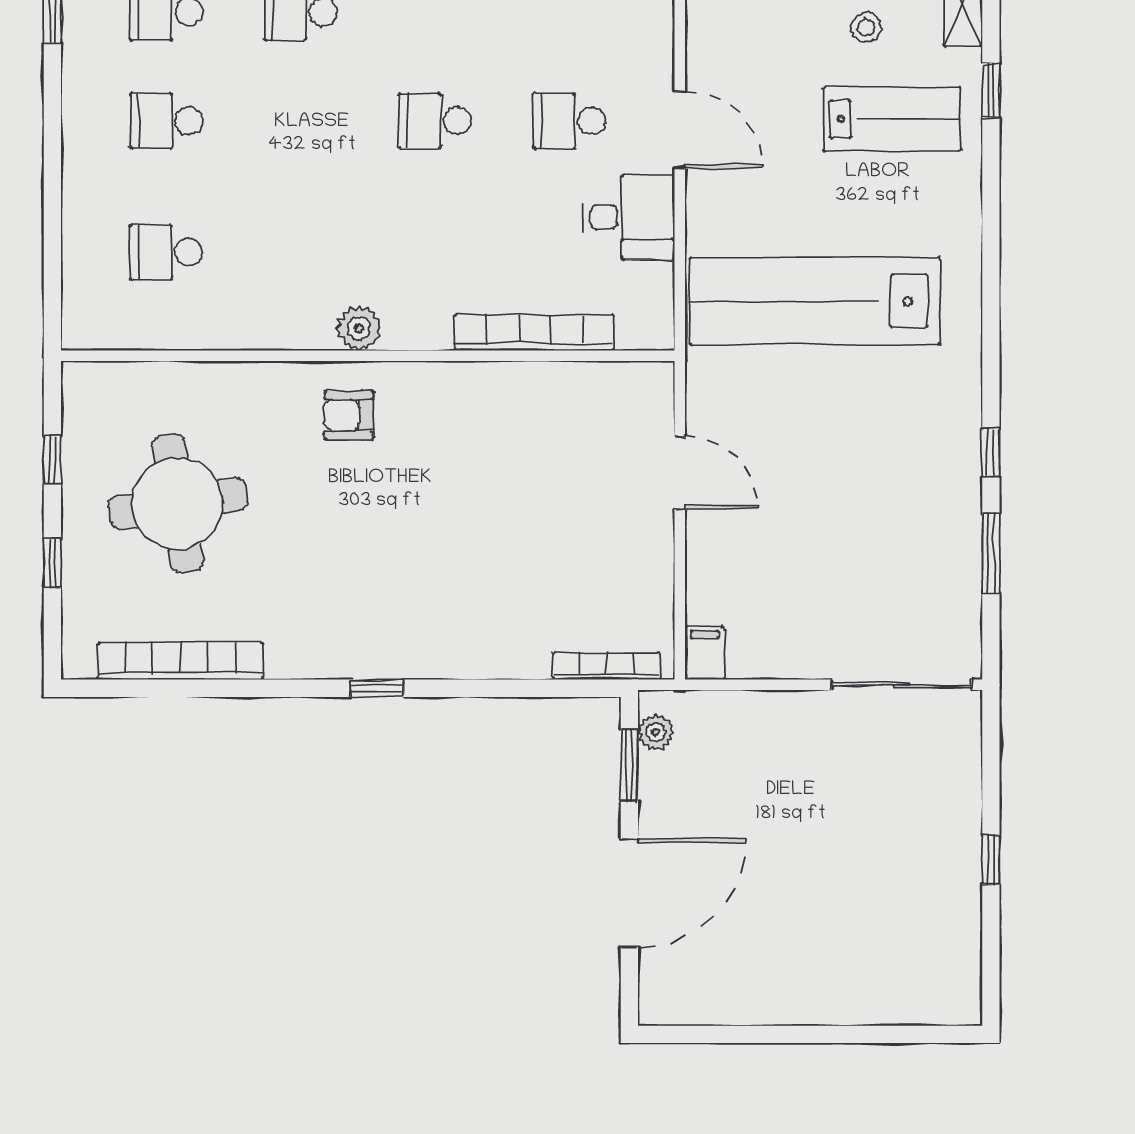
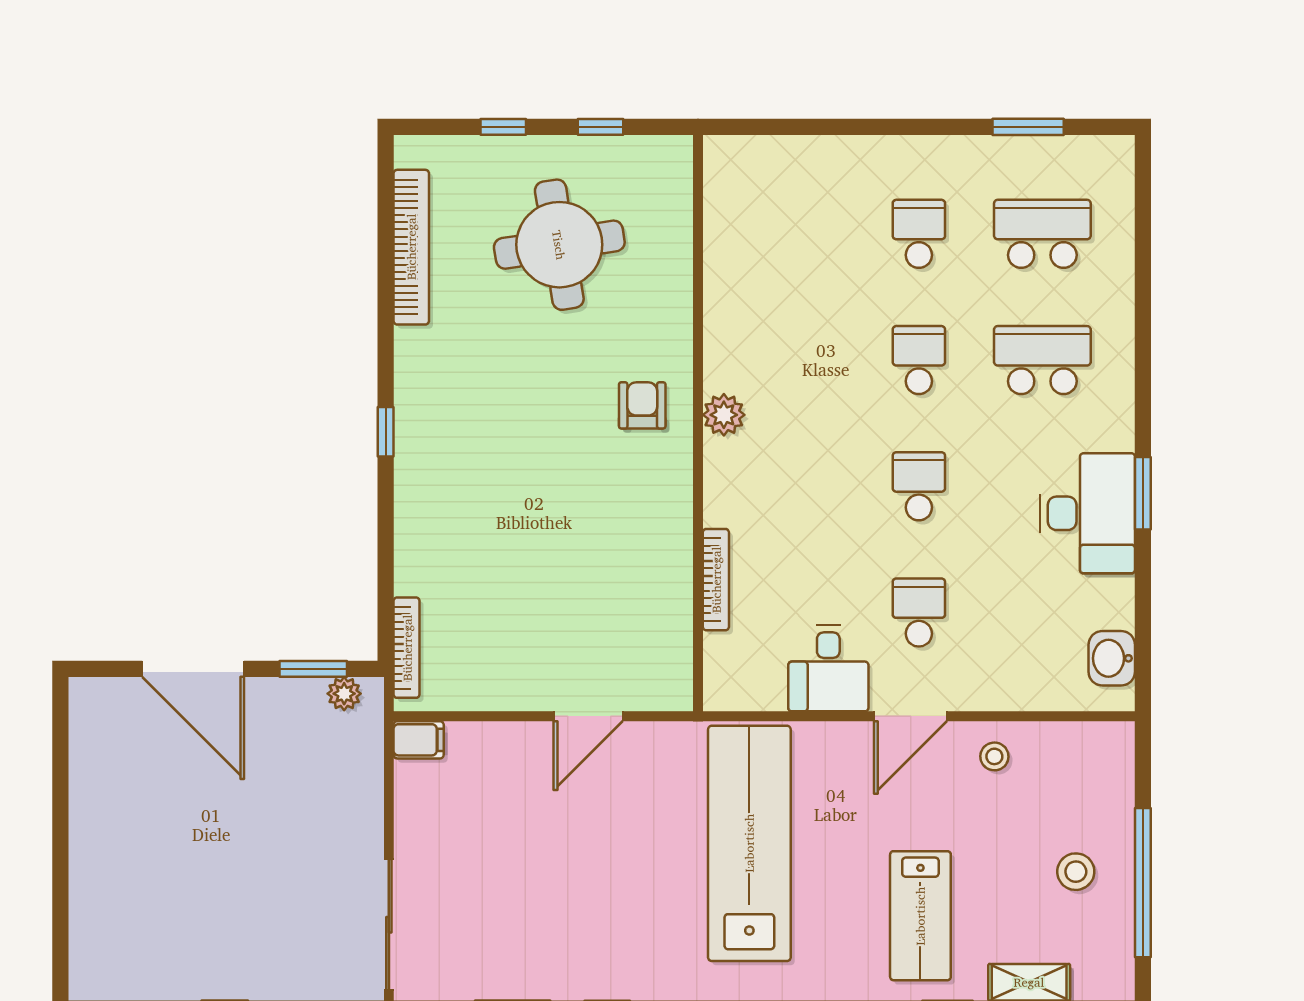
stool: (866, 27) -> (994, 756), moved
school desk: (166, 252) -> (919, 360), moved
bookcase: (534, 332) -> (716, 580), width x0.68, depth x0.76

